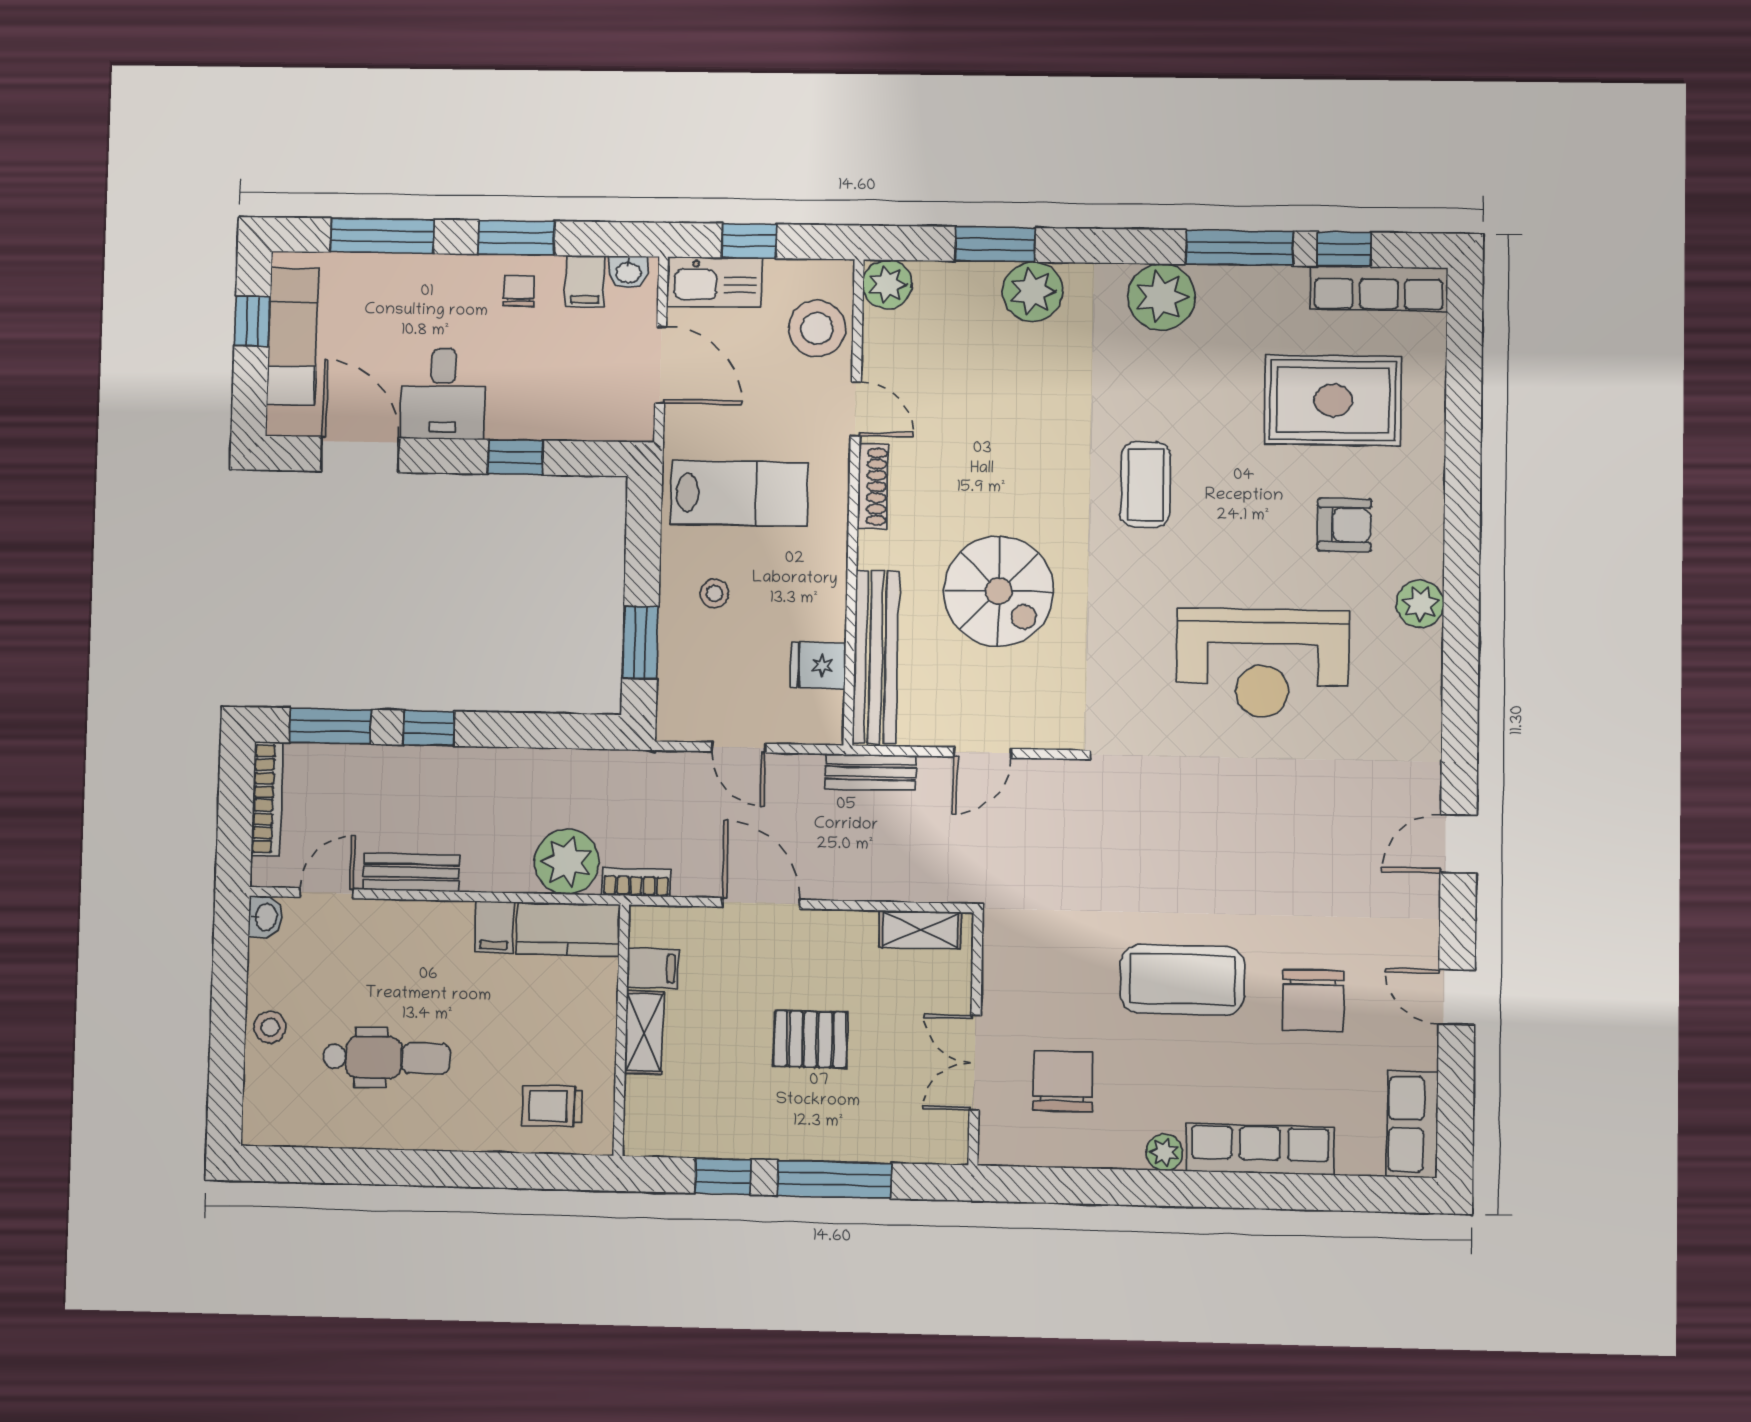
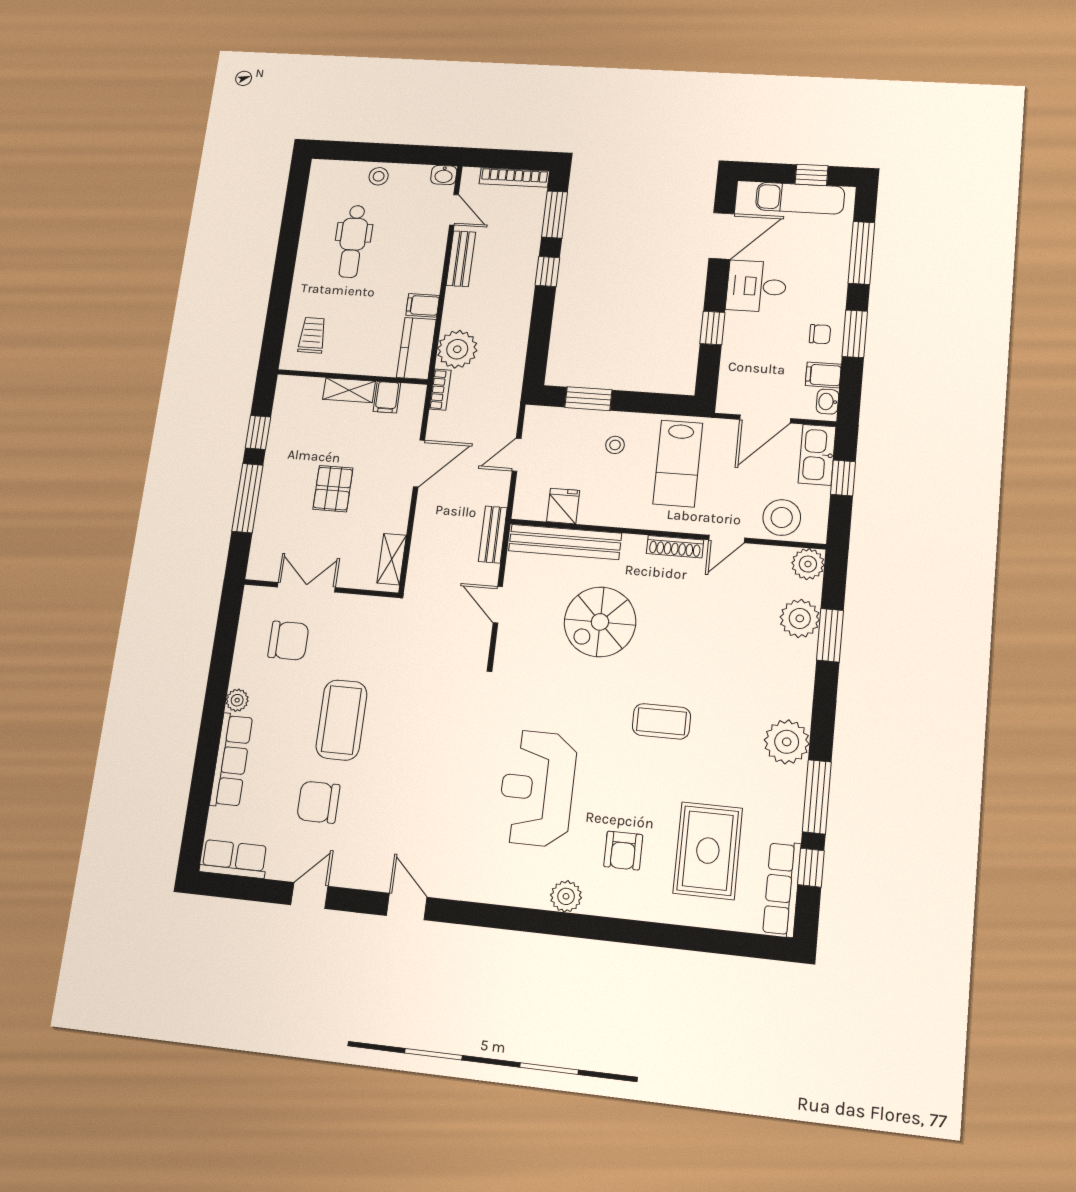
plant: (1033, 292) -> (800, 618), moved

